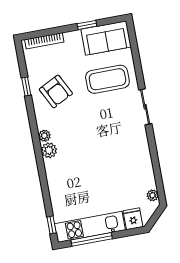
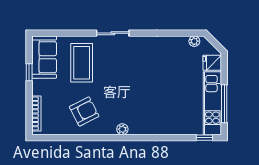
window: (26, 87) -> (75, 138), removed
plant: (49, 150) -> (136, 128), removed

